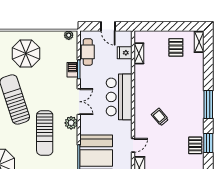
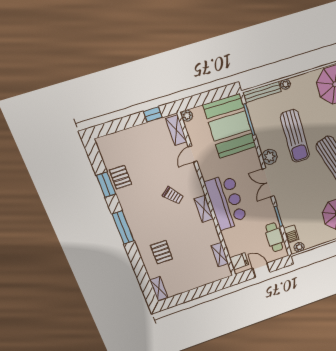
pallet: (176, 47) -> (162, 252), moved
fridge: (125, 53) -> (239, 261), moved
barbecue: (72, 70) -> (291, 234), moved
shelving: (139, 98) -> (204, 209), added
sun lounger: (45, 133) -> (295, 136), turned 180

